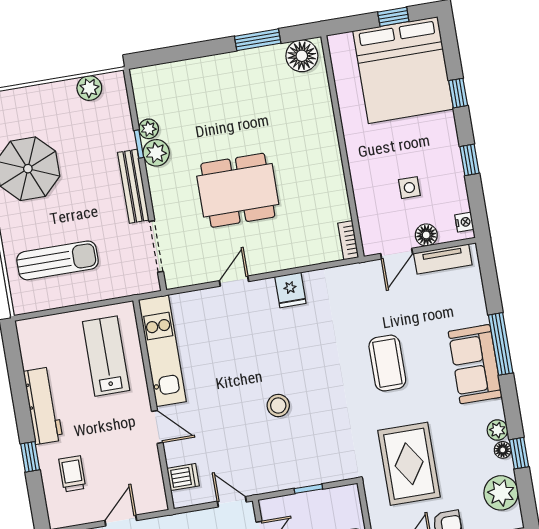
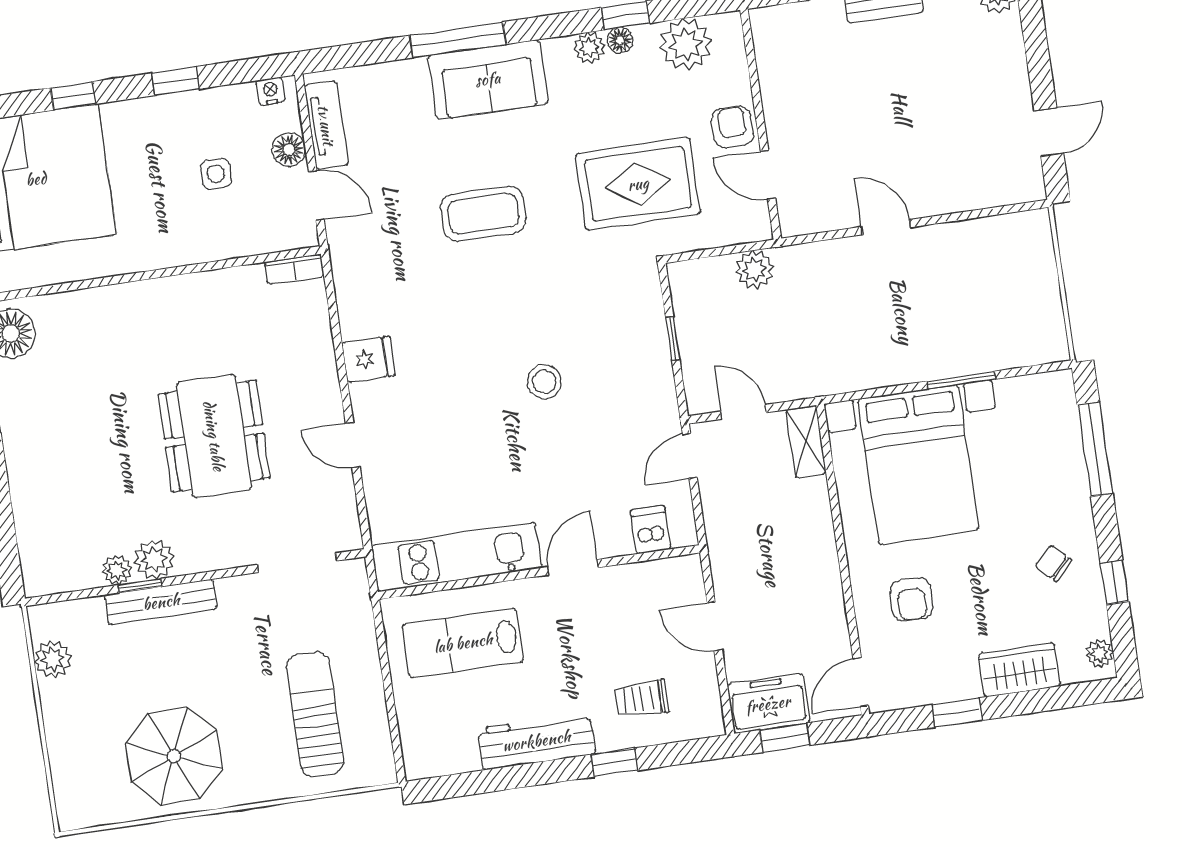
bench: (133, 186) -> (161, 602), moved

